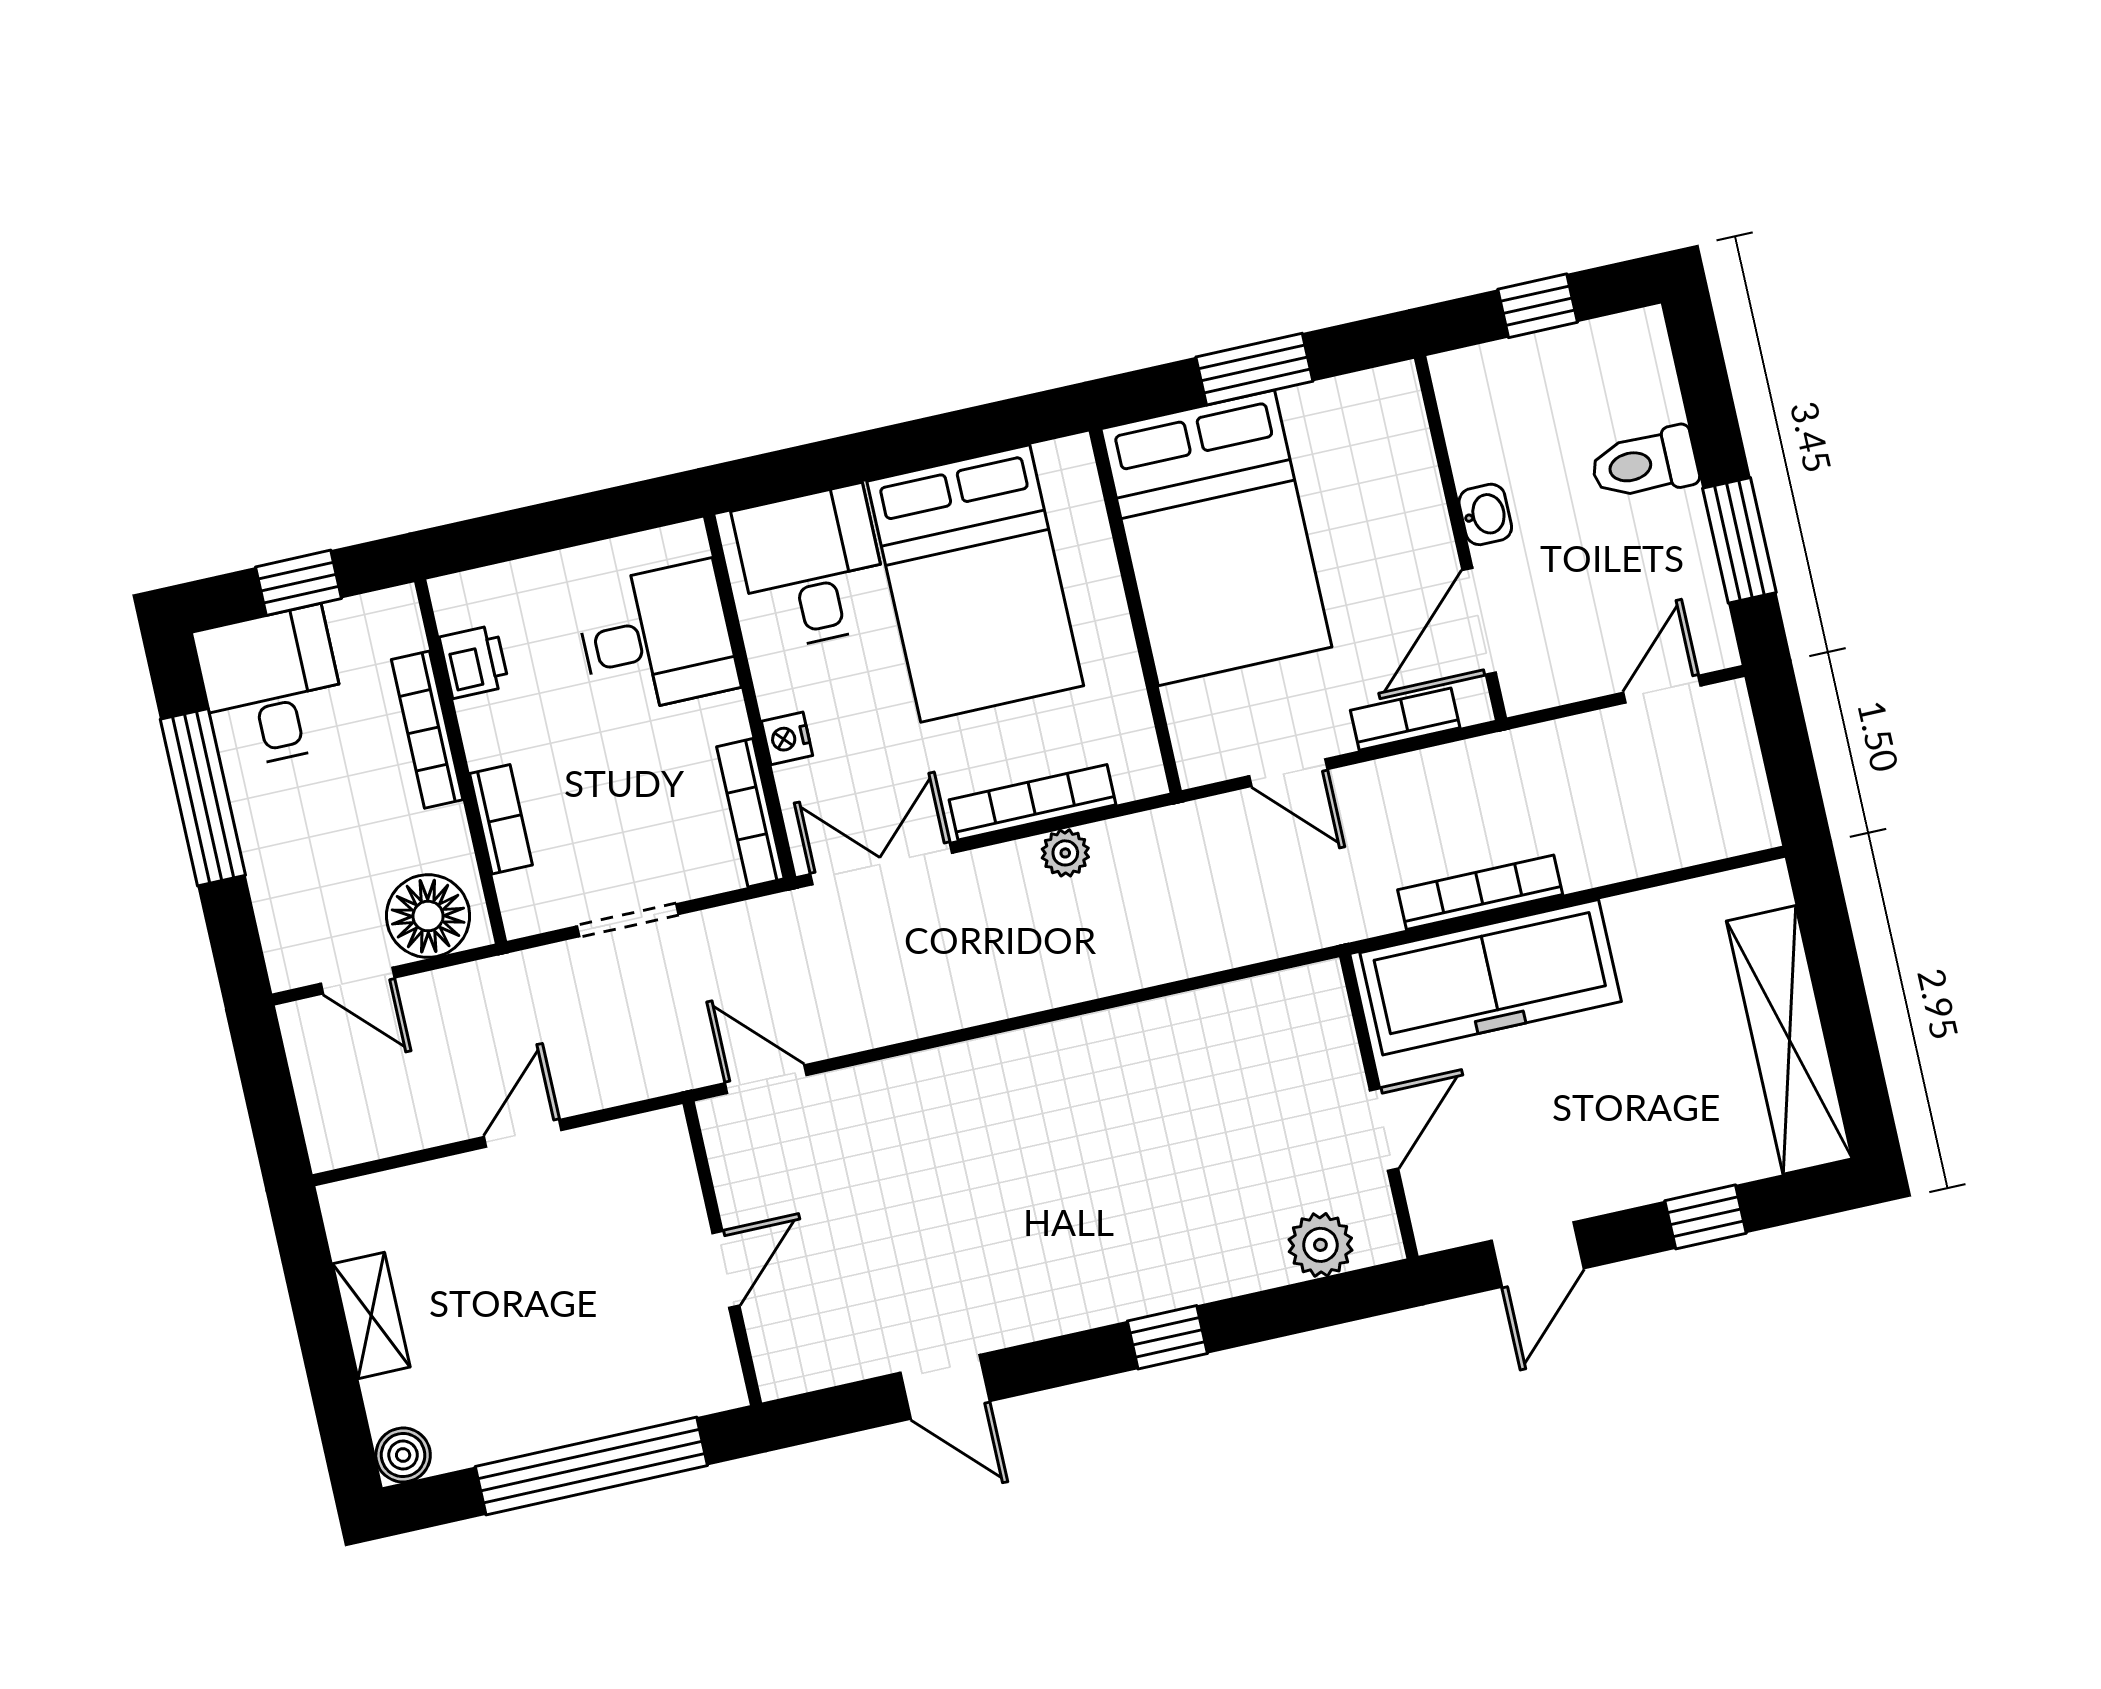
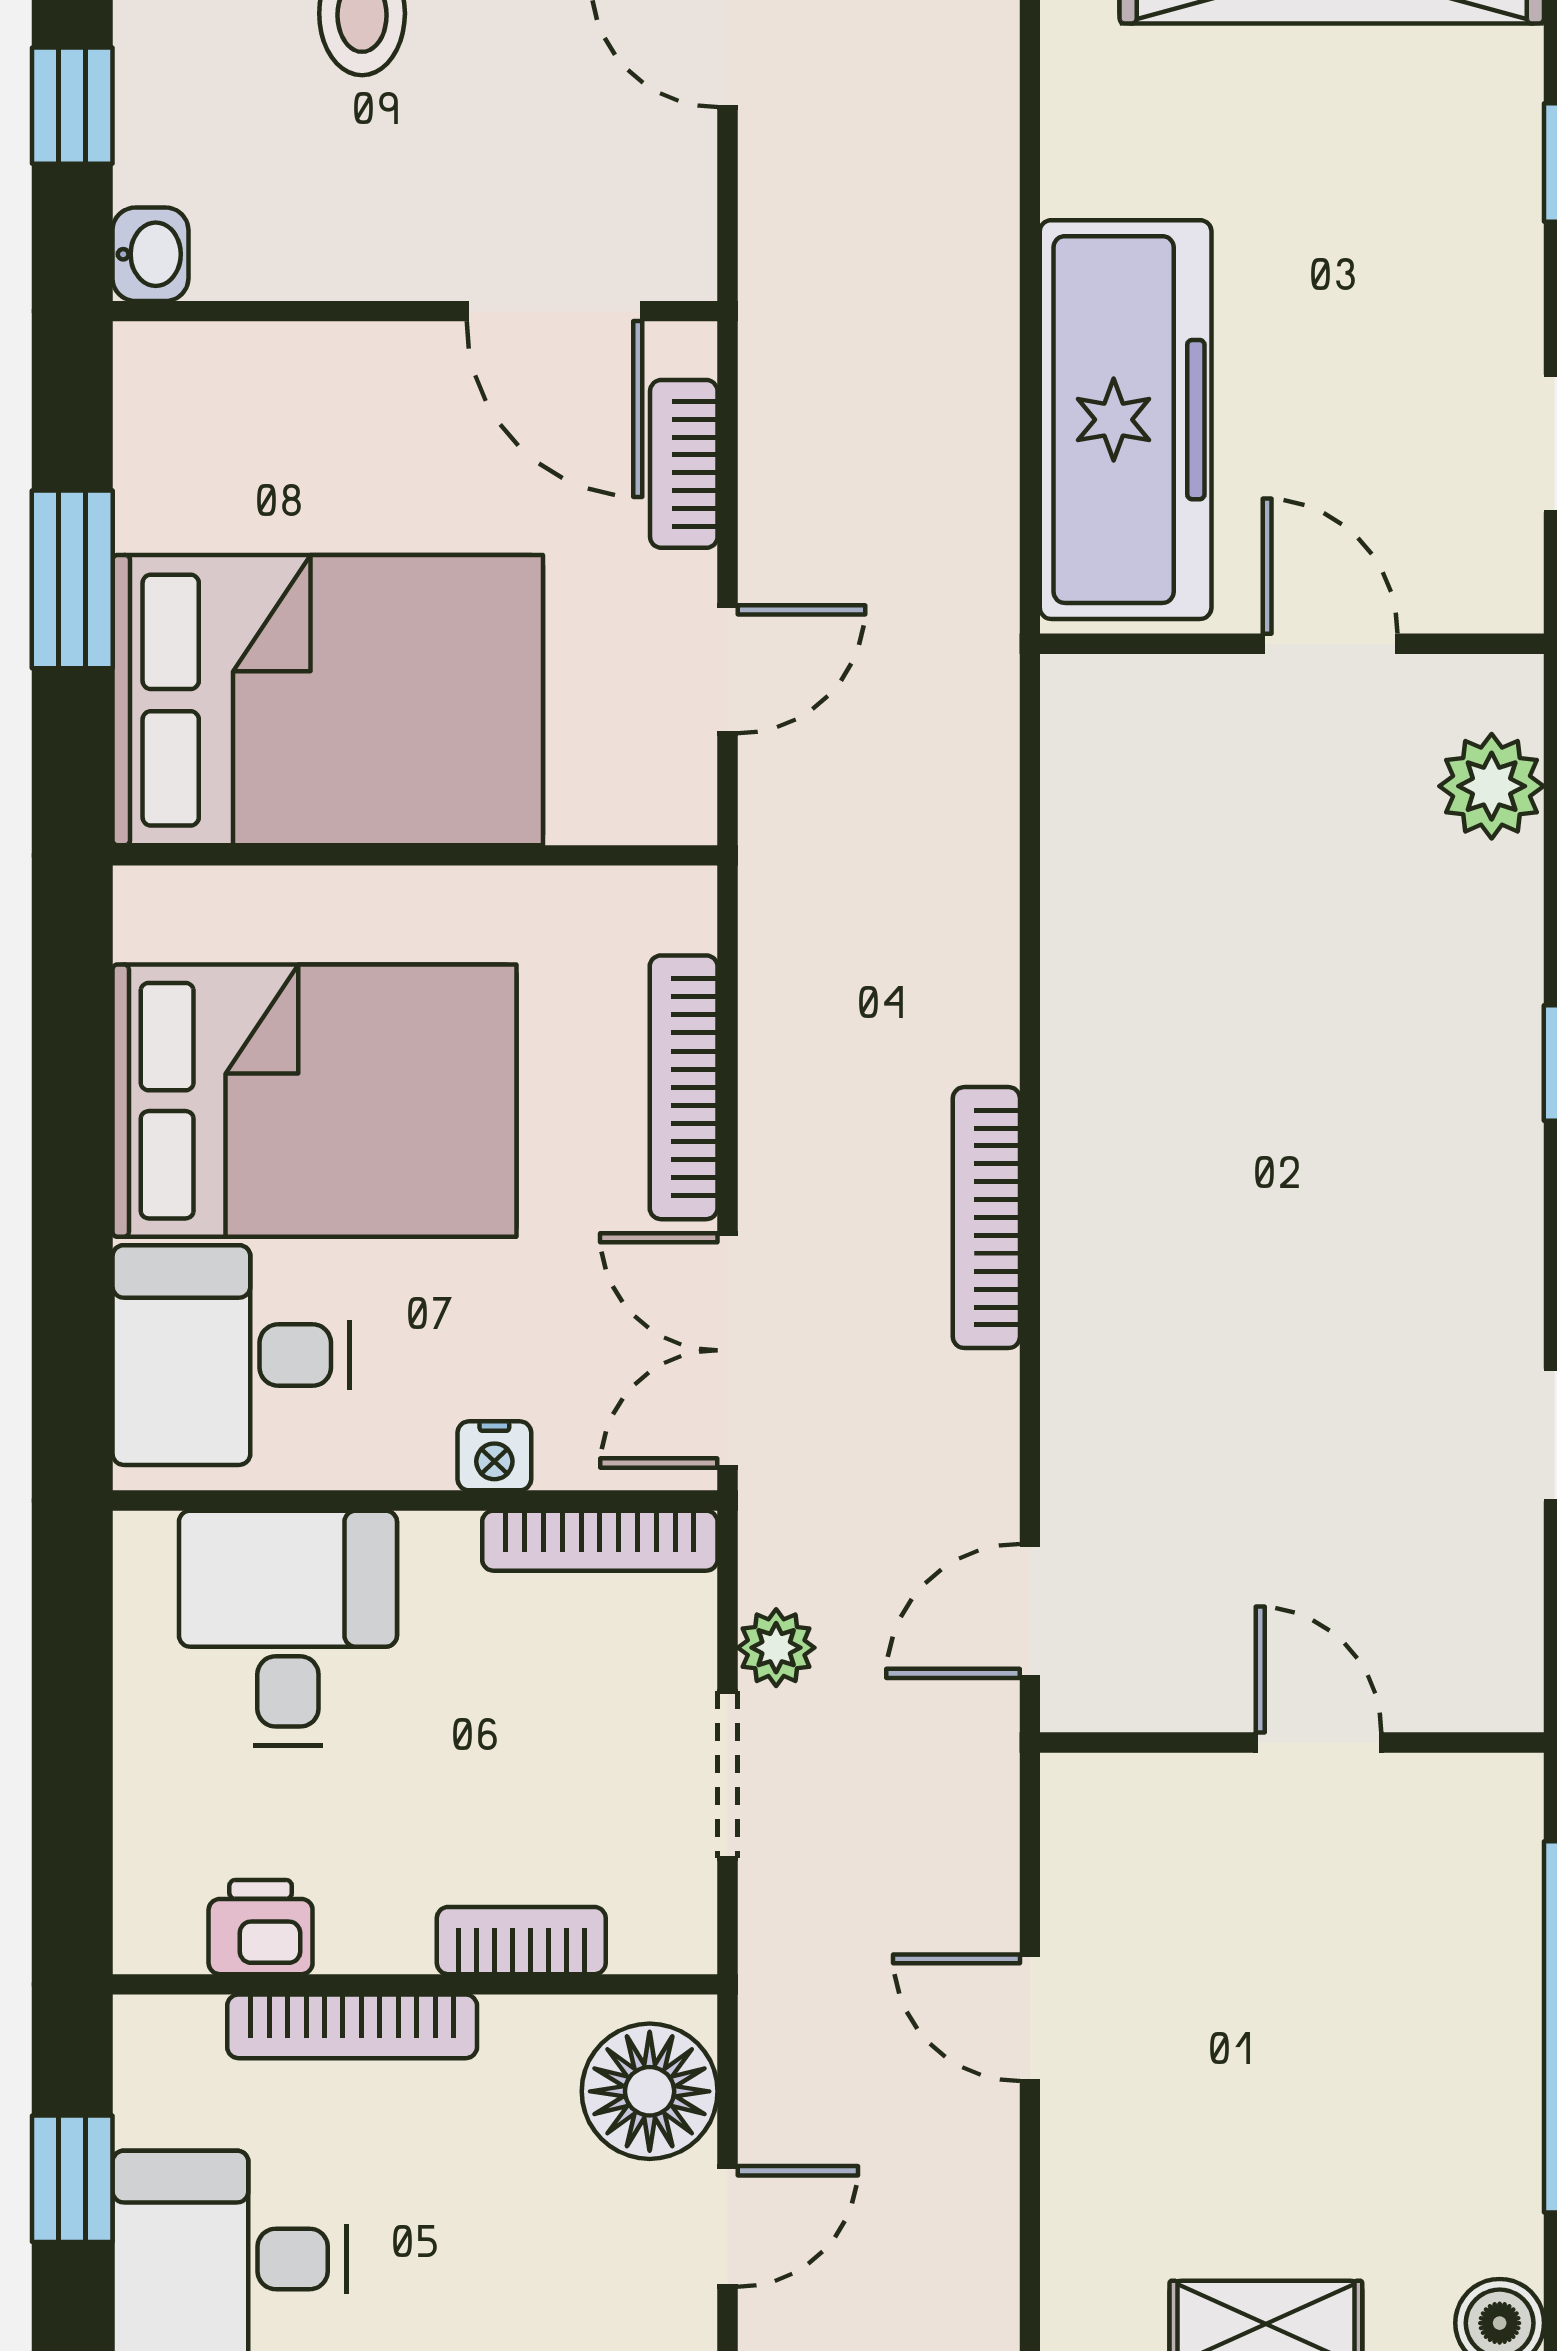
washbasin: (1485, 514) -> (150, 254), moved, turned 90
plant: (1065, 853) -> (776, 1648), moved
bookcase: (1480, 892) -> (986, 1218), moved

